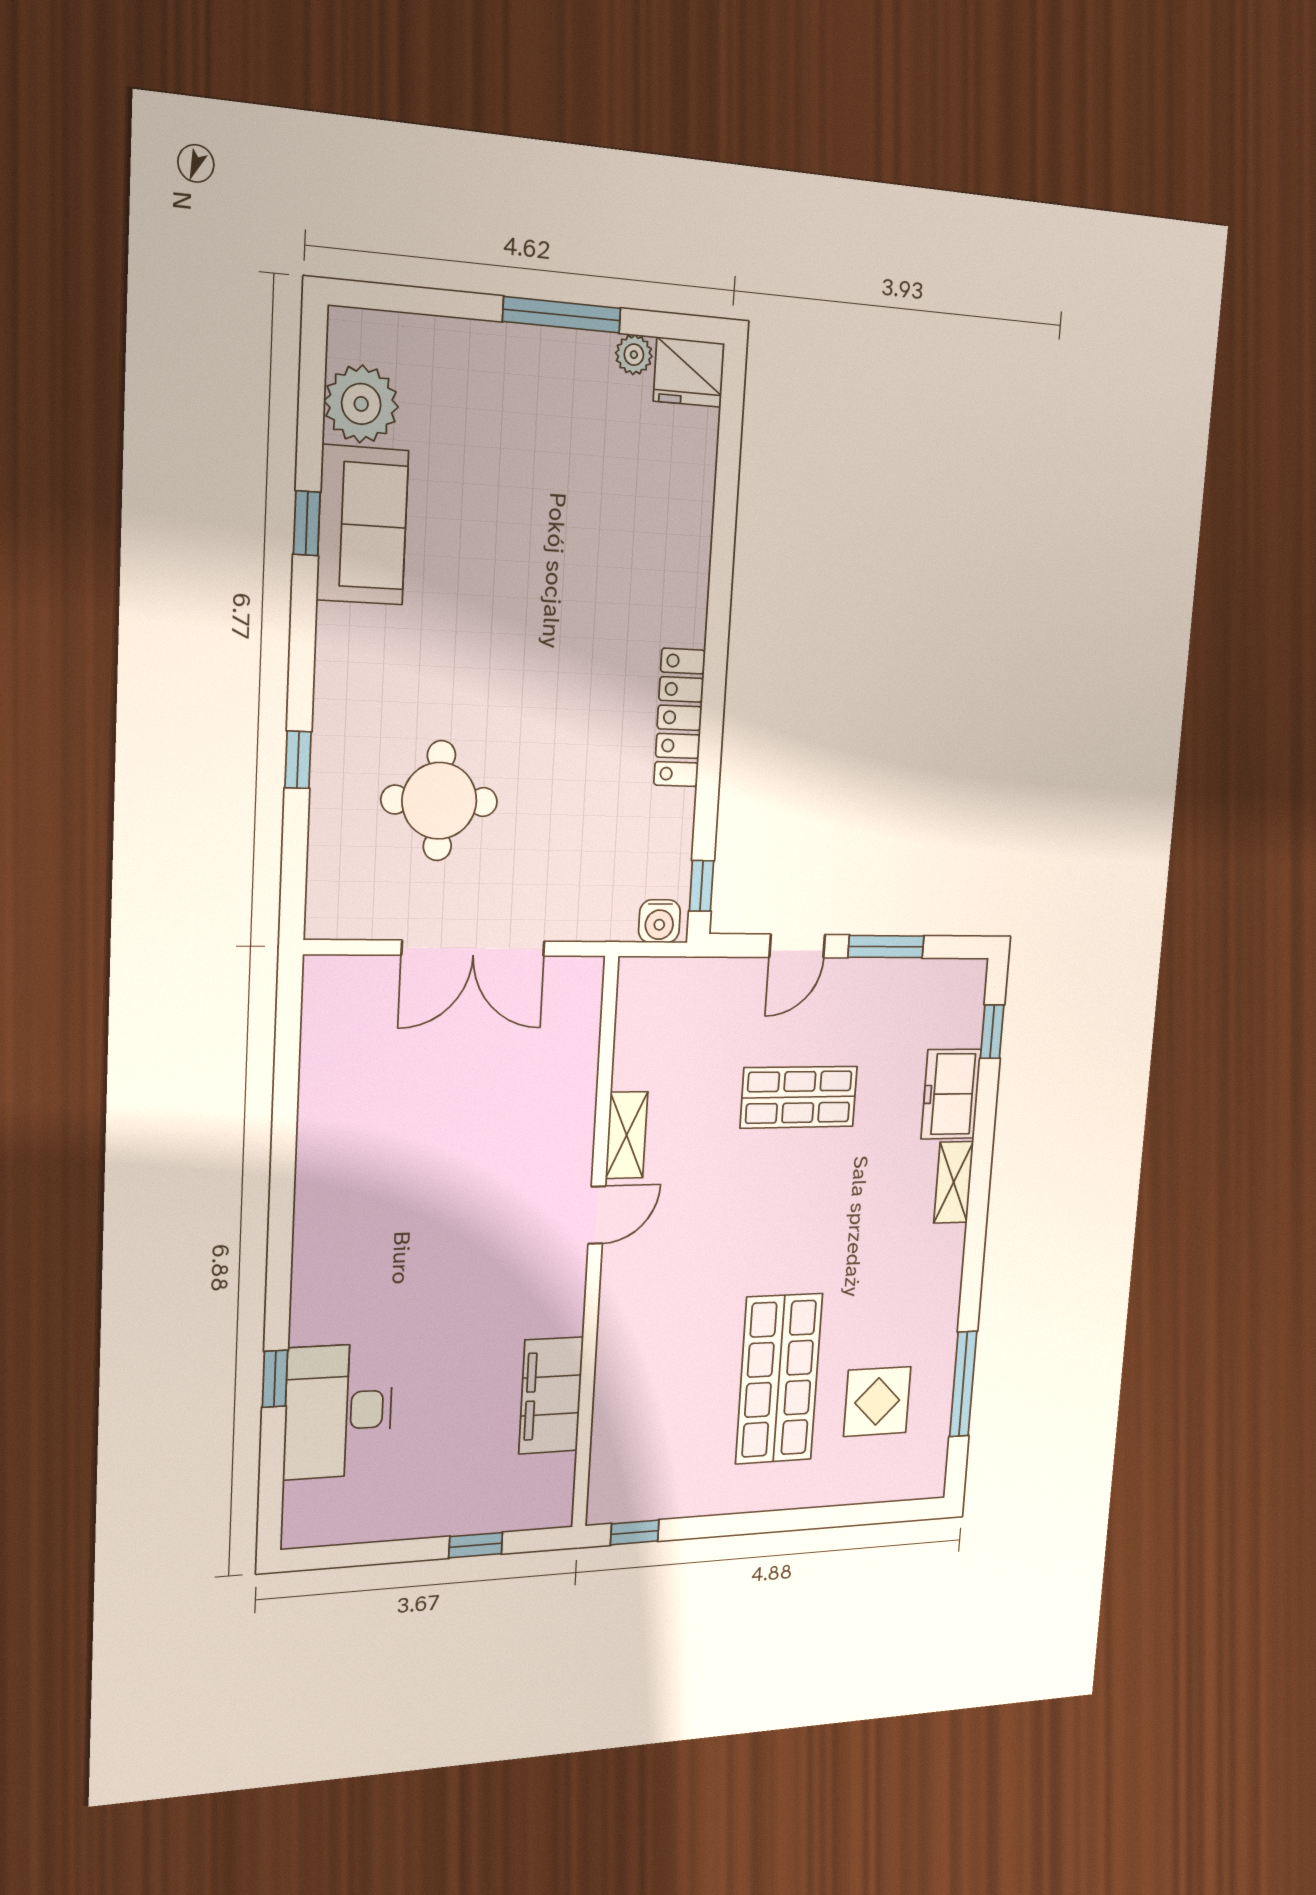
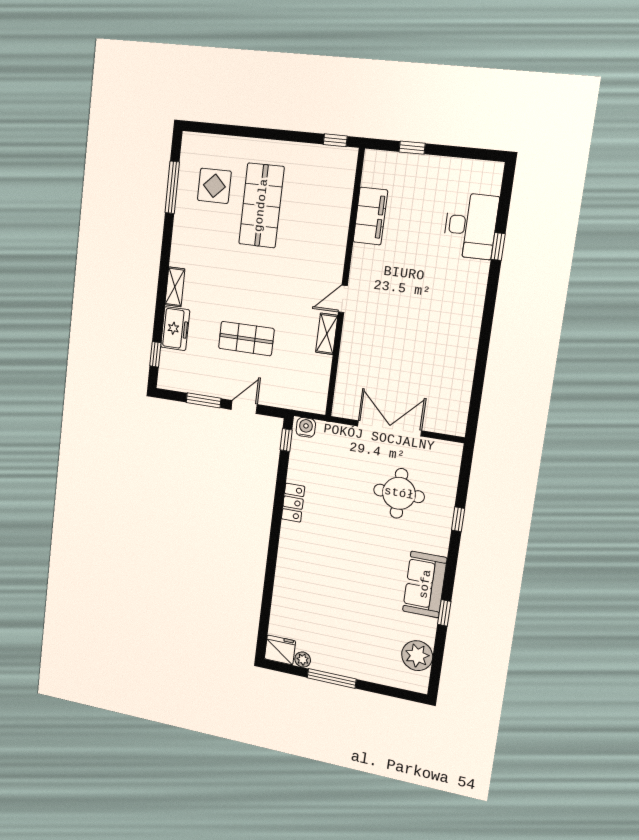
sofa: (362, 525) -> (425, 584), moved
locker: (680, 718) -> (293, 503), width x0.66

